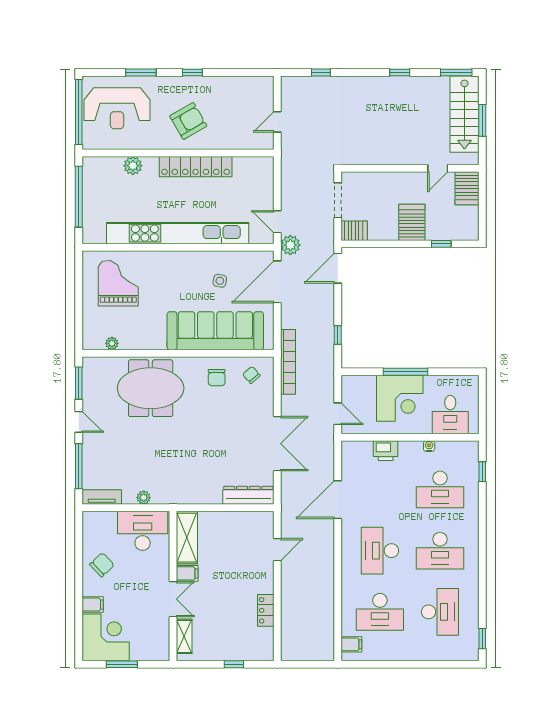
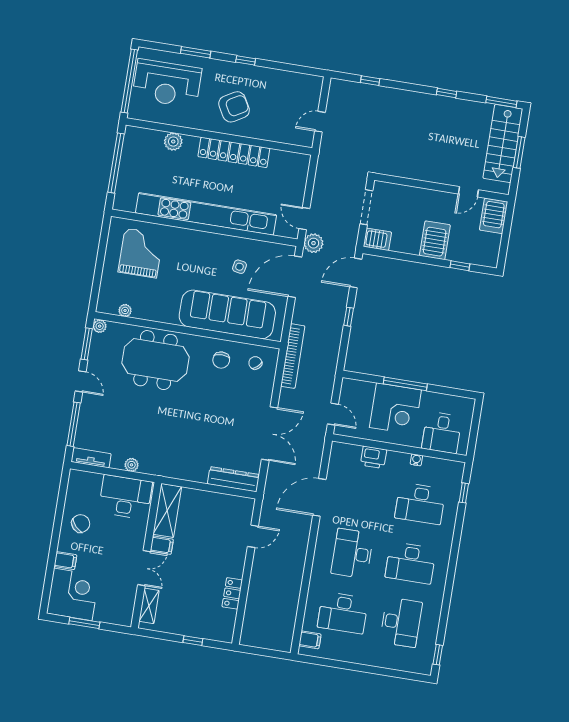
window: (338, 335) -> (349, 317), moved
plant: (89, 363) -> (100, 326), added

